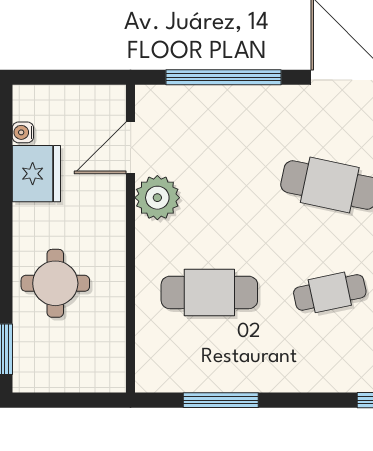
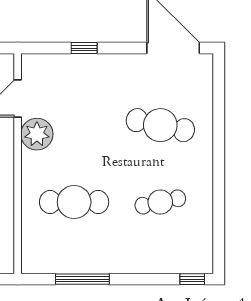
window: (223, 77) -> (84, 48), width x0.32

